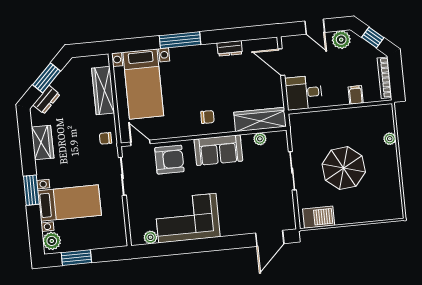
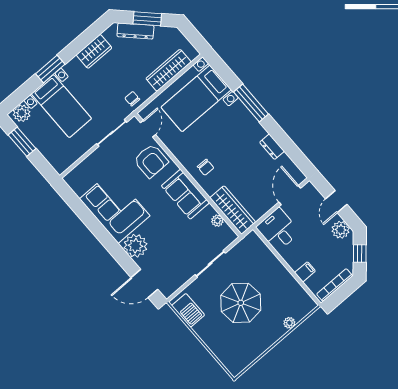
dresser: (46, 100) -> (135, 31), width x1.44
plant: (150, 237) -> (135, 246), moved, width x1.87, depth x1.87

